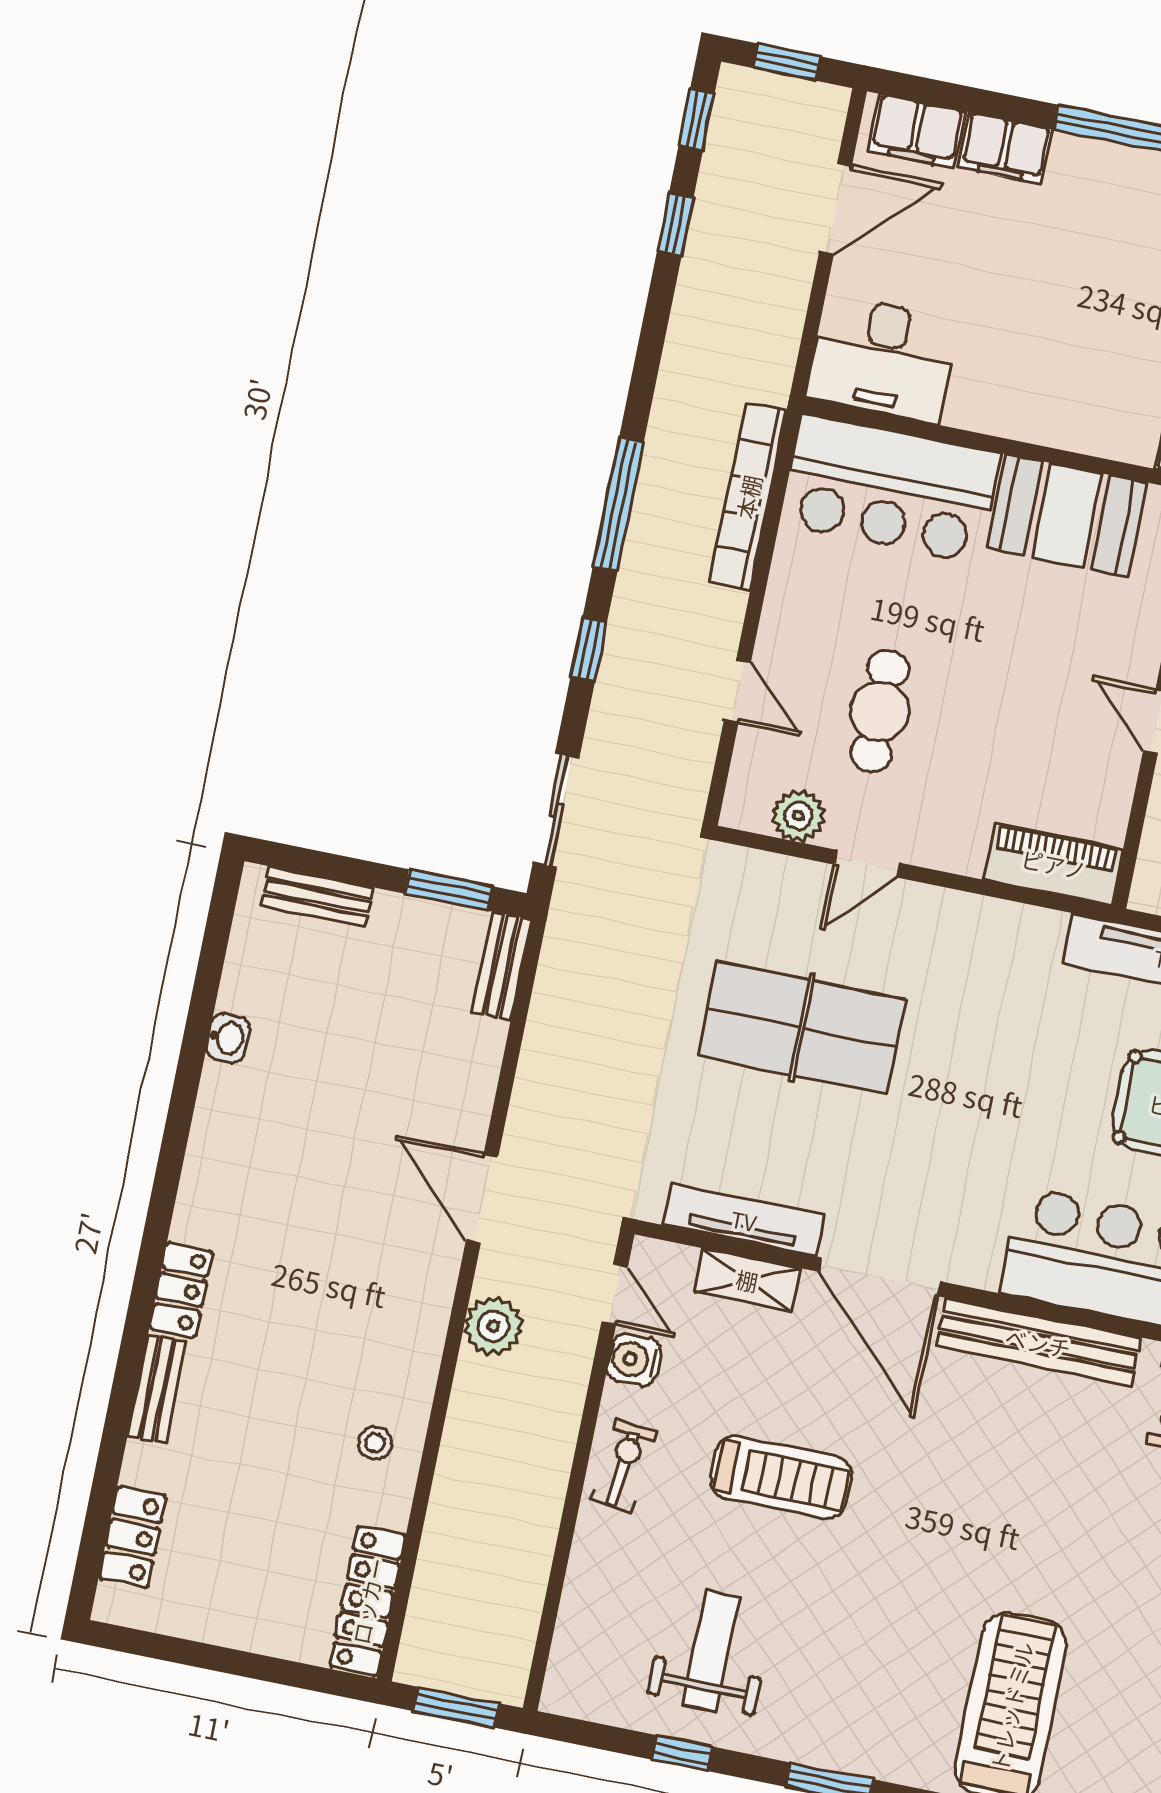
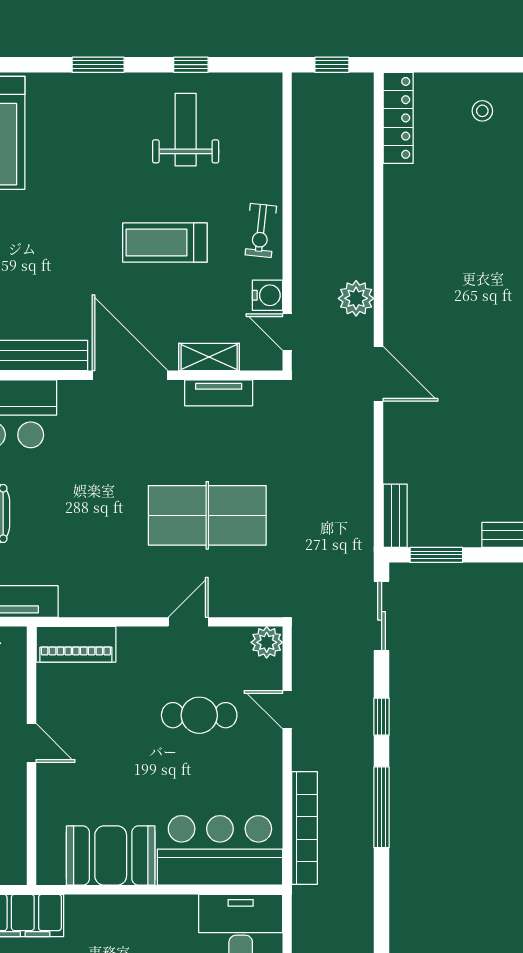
cafe table: (880, 711) -> (199, 715), turned 90
plant: (798, 816) -> (267, 642), moved
tv unit: (744, 1220) -> (219, 393), width x0.71
stool: (375, 1443) -> (482, 111), moved
weight bench: (711, 1651) -> (186, 130), turned 180
window: (456, 1707) -> (332, 65), width x0.67

